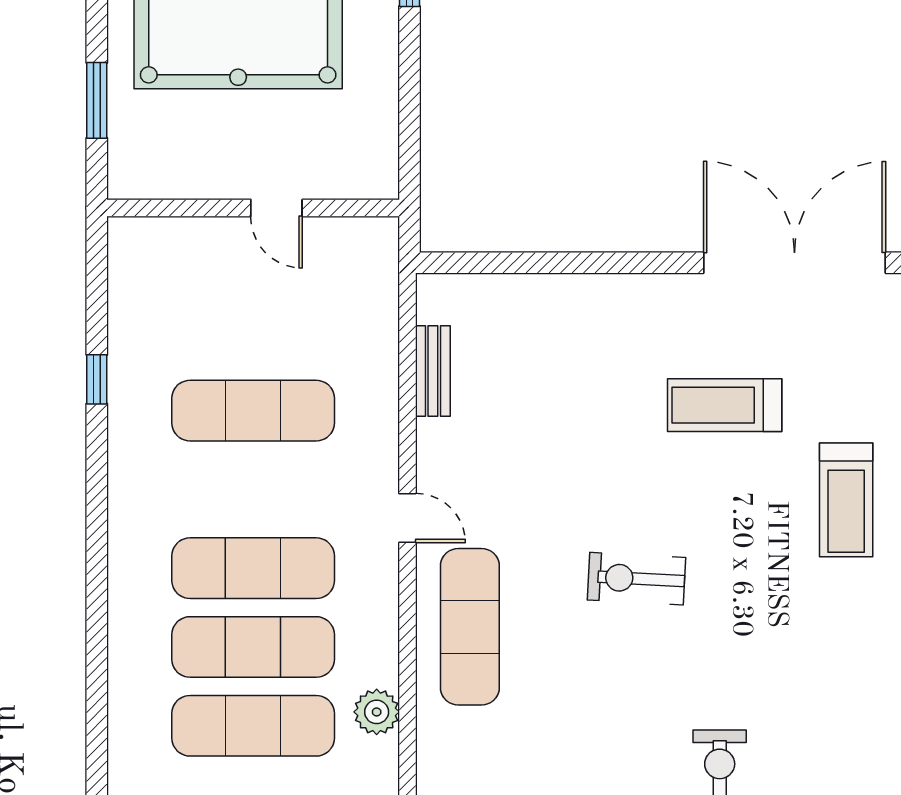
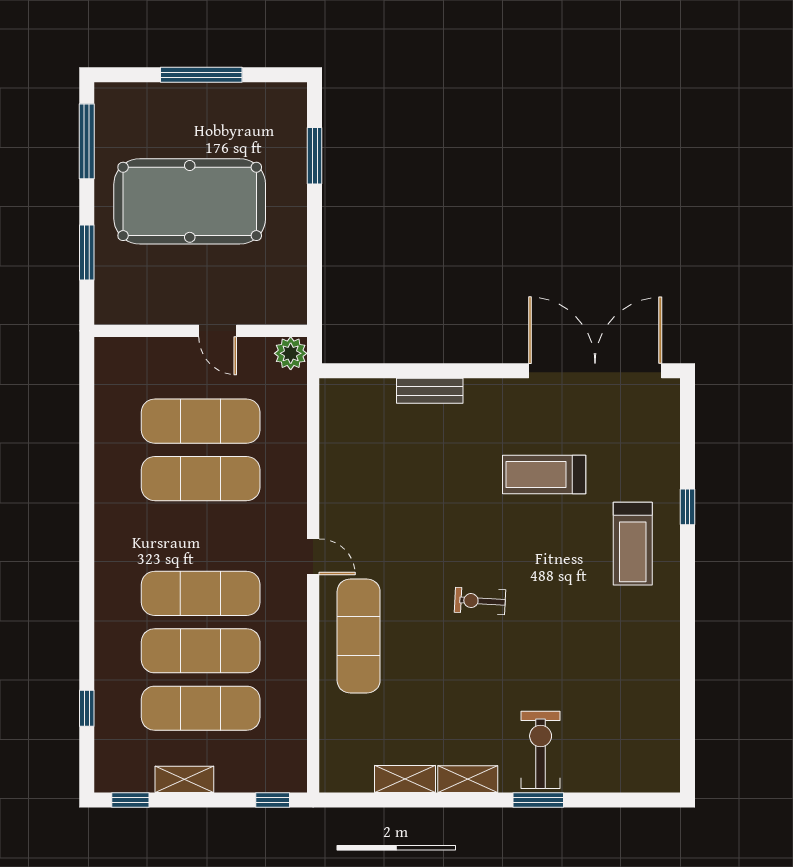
exercise mat: (253, 332) -> (201, 421), added
bench: (433, 371) -> (430, 391), moved, turned 90
window: (97, 379) -> (87, 708), moved
exercise bike: (636, 579) -> (480, 601), width x0.73, depth x0.72
plant: (377, 712) -> (291, 353), moved

